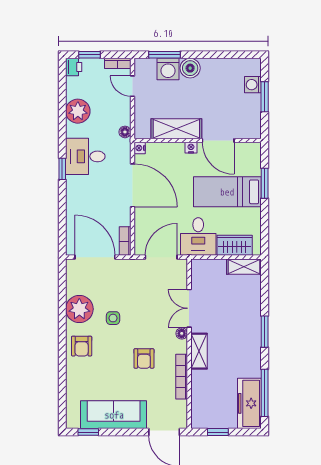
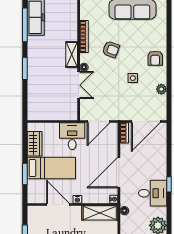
shelving: (176, 129) -> (100, 213), moved
door: (133, 185) -> (119, 173), hinge flipped
wardrobe: (235, 245) -> (35, 144), moved, turned -90
door: (95, 257) -> (146, 121), hinge flipped
shelving: (244, 267) -> (40, 115), removed
plant: (79, 309) -> (161, 89), width x0.53, depth x0.53
armchair: (82, 346) -> (155, 58), turned 180
armchair: (144, 358) -> (111, 49), turned 111

